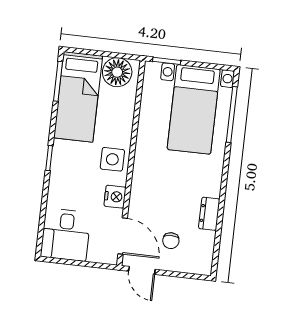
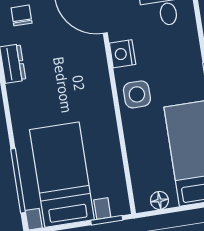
floor lamp: (117, 72) -> (159, 200), width x0.53, depth x0.53
chair: (171, 241) -> (22, 15), moved

